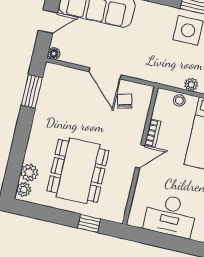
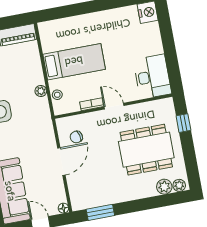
desk: (170, 216) -> (152, 77), moved

